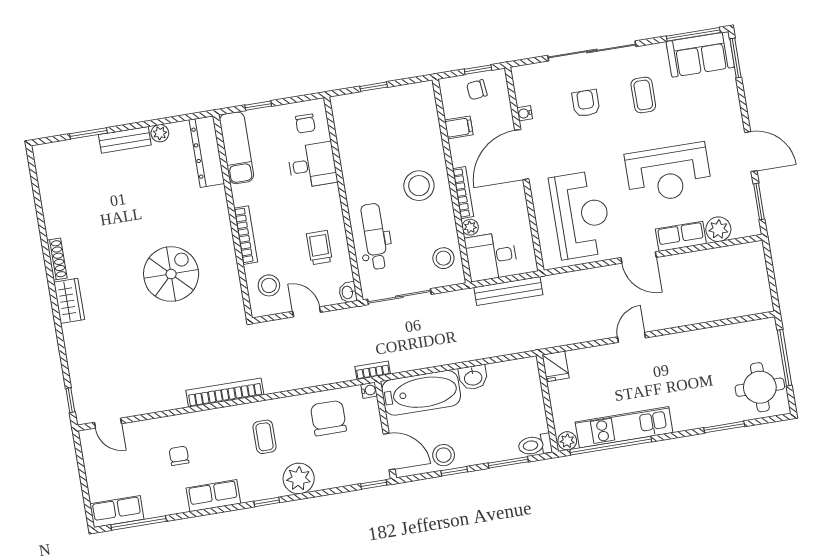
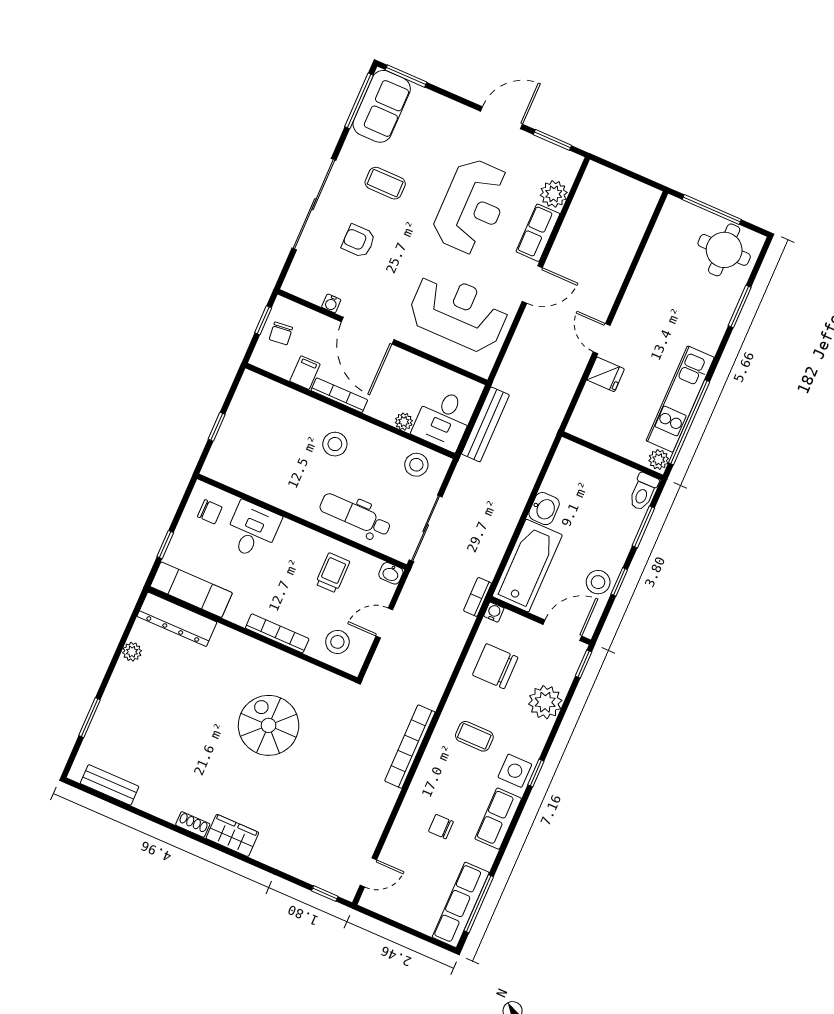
bench: (125, 140) -> (110, 785), moved, turned 90
stool: (419, 186) -> (335, 444), width x0.73, depth x0.73
bookcase: (463, 193) -> (339, 395), moved
trolley: (319, 248) -> (333, 573), turned 90
shoe rack: (57, 259) -> (193, 824), width x0.70
fridge: (556, 366) -> (606, 374), moved
plant: (299, 478) -> (545, 702), moved
side table: (258, 485) -> (515, 771), added
row of seats: (117, 512) -> (461, 905), width x1.48

